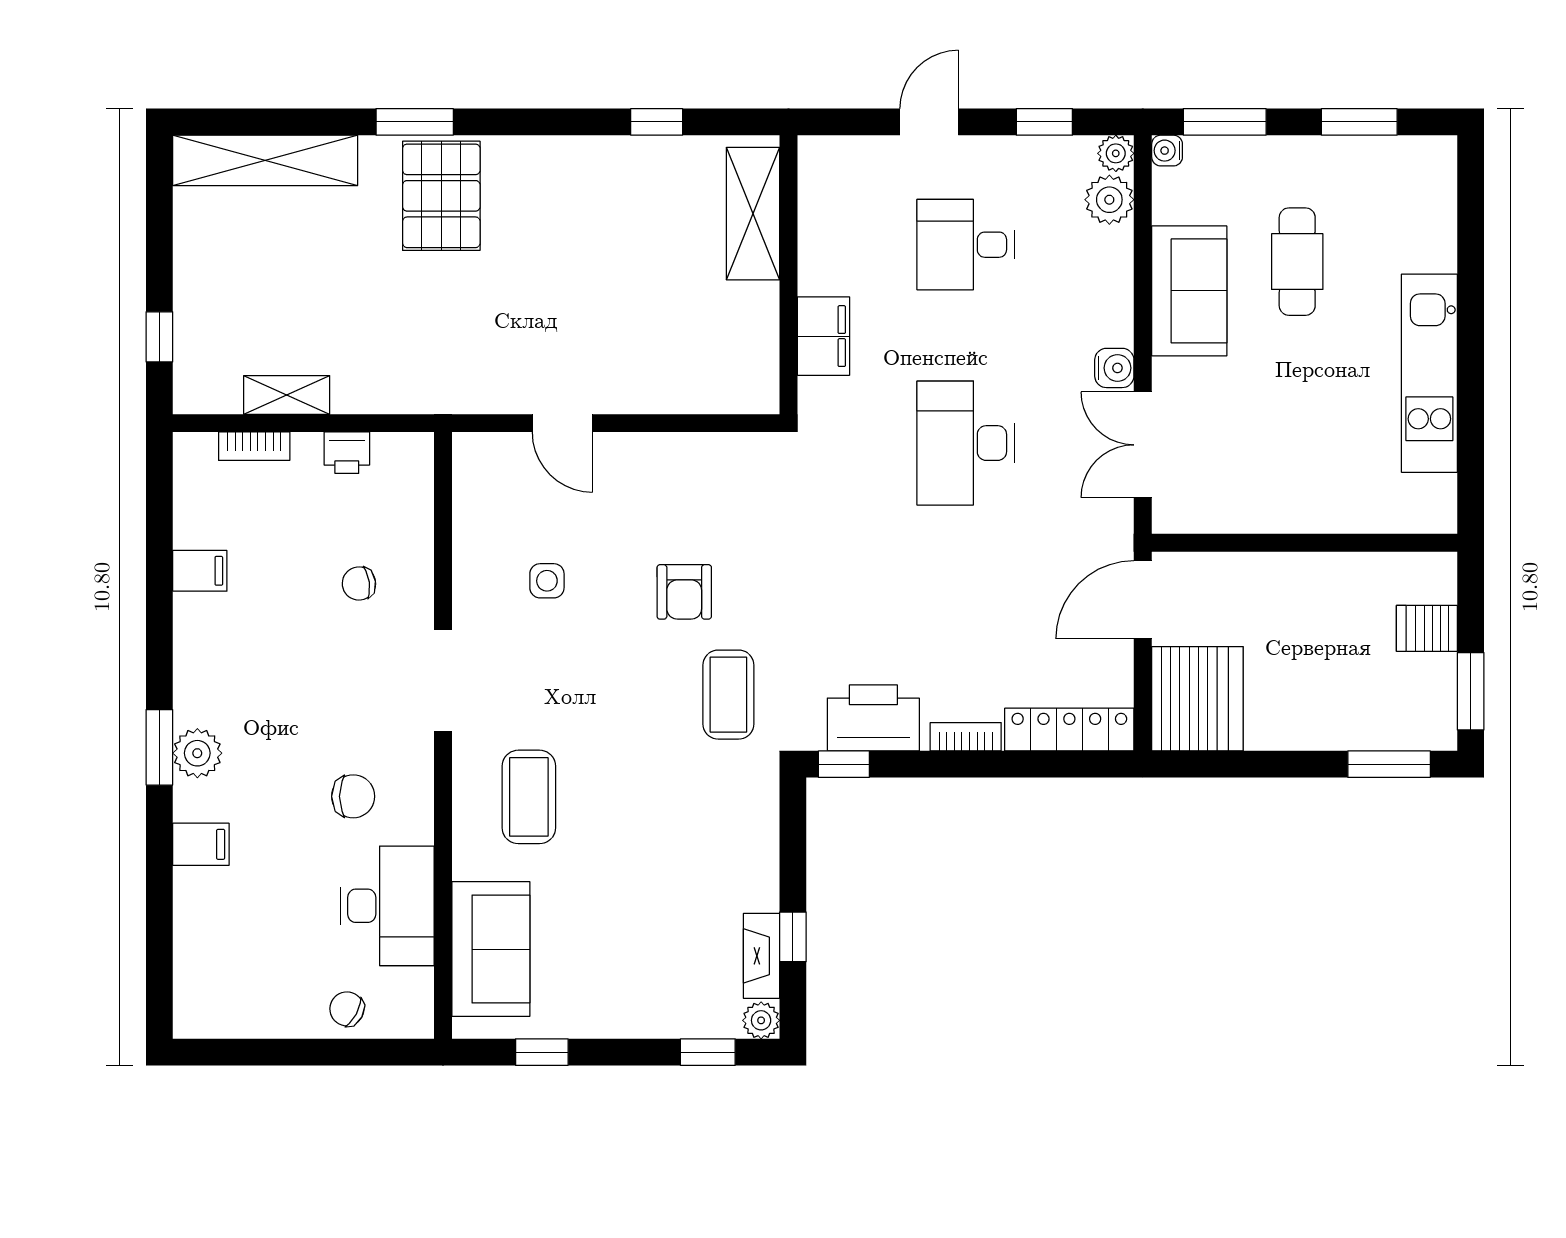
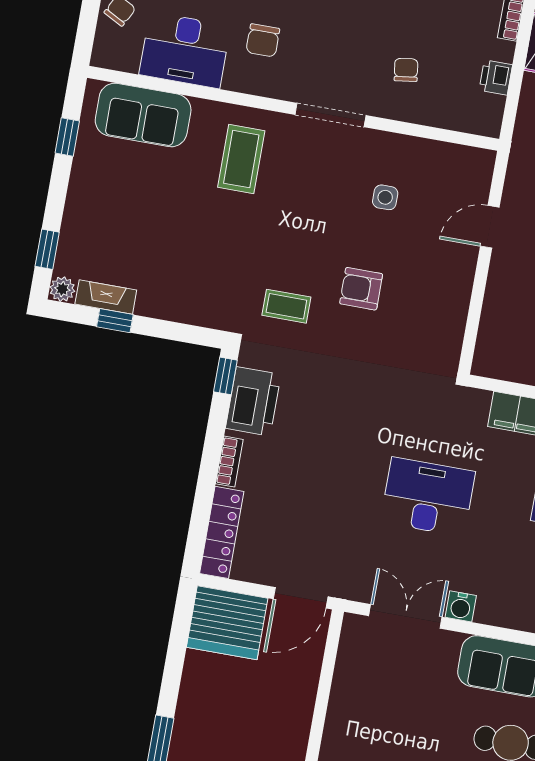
door: (1143, 600) -> (301, 598), swing flipped
coffee table: (728, 695) -> (286, 306), width x0.73, depth x0.77
coffee table: (529, 797) -> (241, 159), turned 90

